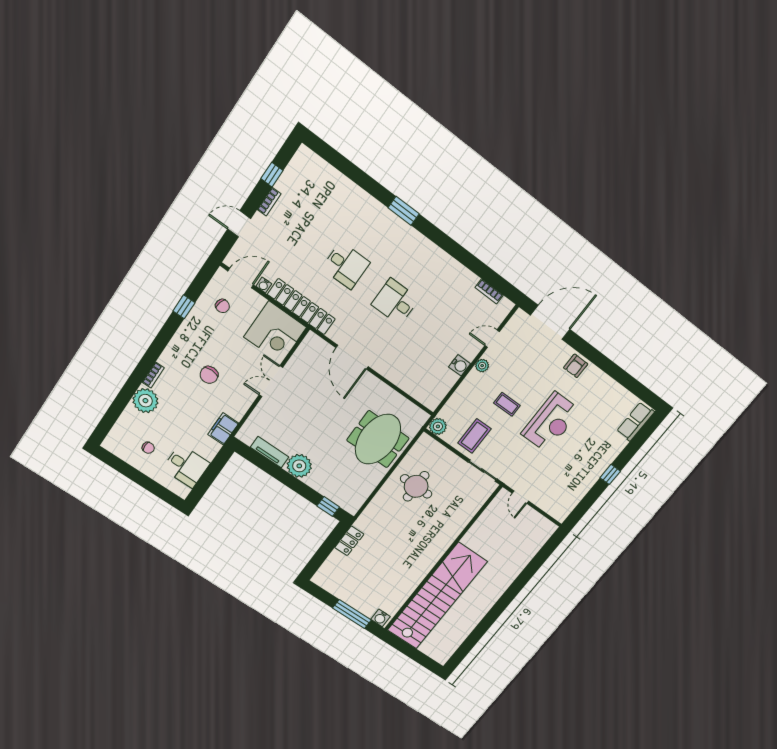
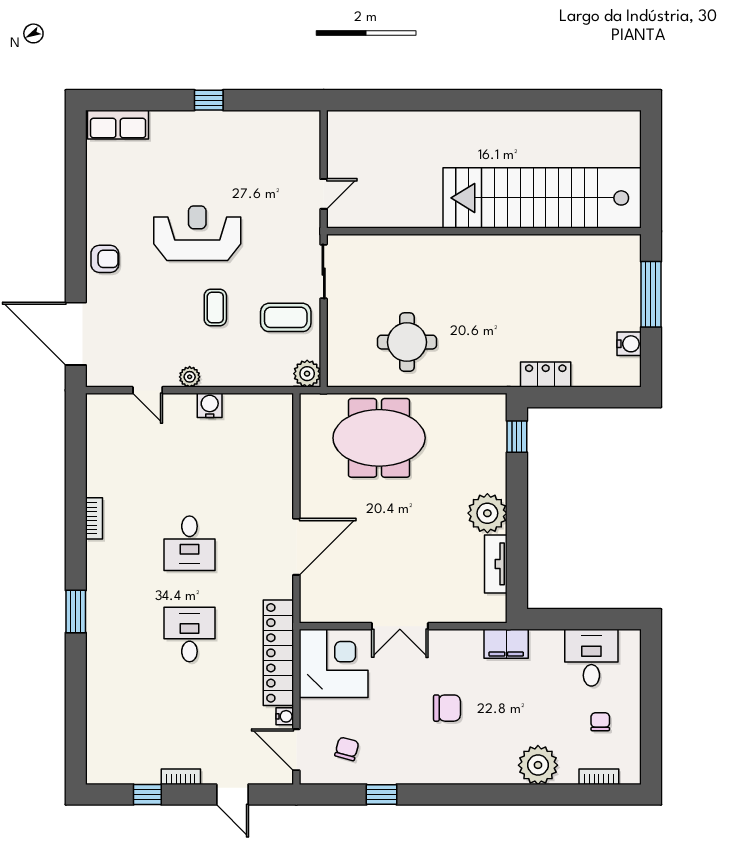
bookcase: (489, 291) -> (94, 518), moved
bookcase: (153, 375) -> (599, 777), moved
water cooler: (381, 618) -> (629, 344), moved

